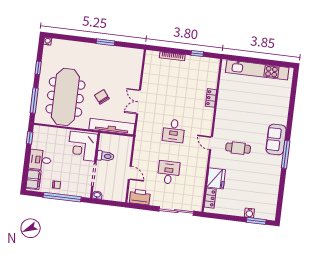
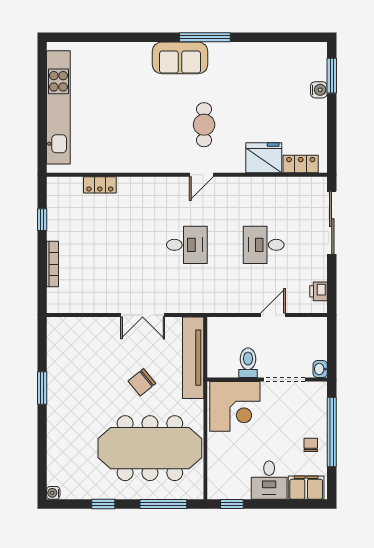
locker: (211, 98) -> (100, 185), moved
printer: (140, 197) -> (318, 291), width x0.53, depth x0.68

